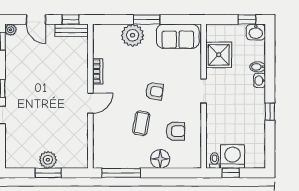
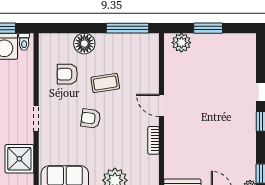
door: (90, 103) -> (161, 105), hinge flipped
coffee table: (141, 123) -> (105, 83), turned 71
plant: (48, 160) -> (181, 43), moved

